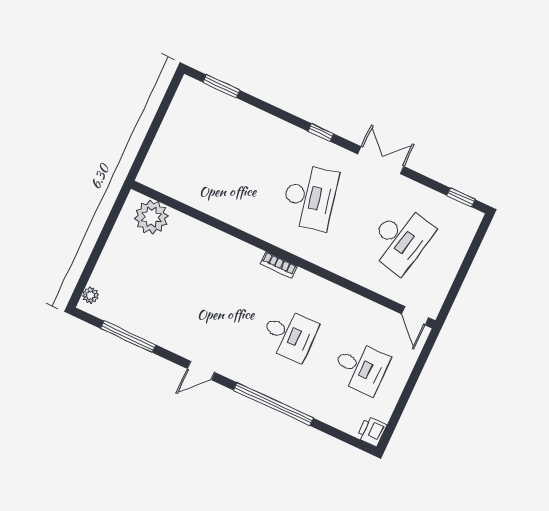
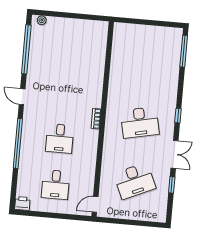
window: (221, 86) -> (184, 51), width x1.44
window: (461, 197) -> (172, 185), moved
plant: (151, 217) -> (97, 39), removed
desk: (400, 239) -> (135, 181), turned -36
window: (128, 337) -> (26, 49), width x1.46

